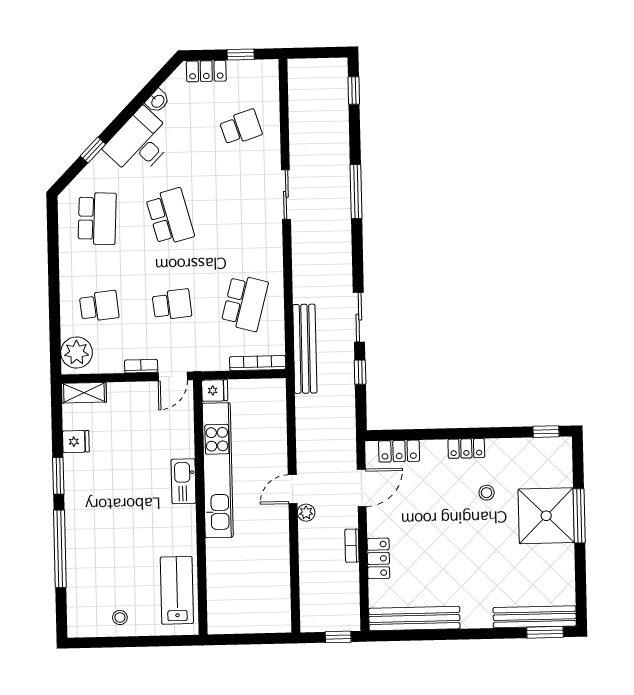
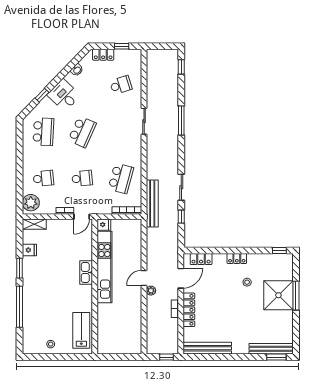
desk: (140, 143) -> (64, 95), width x0.73
school desk: (170, 217) -> (82, 132), turned 39
locker: (378, 558) -> (189, 310), width x1.53

